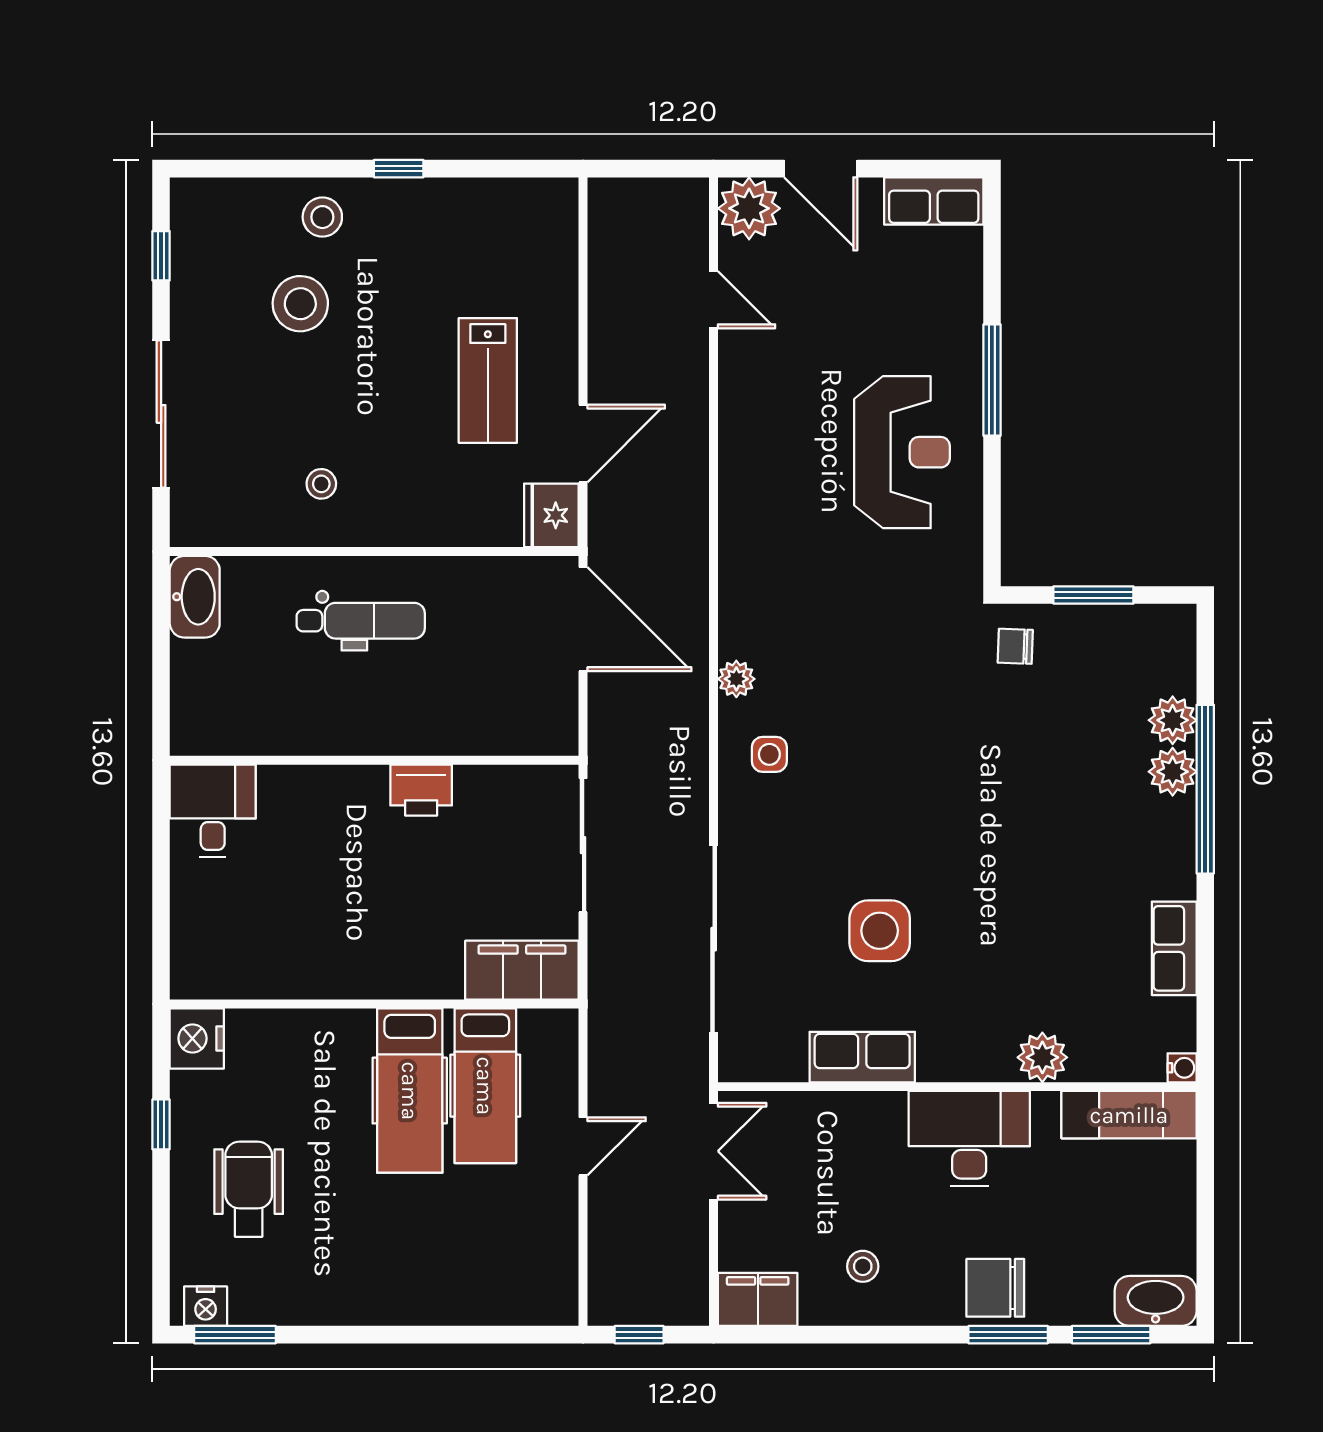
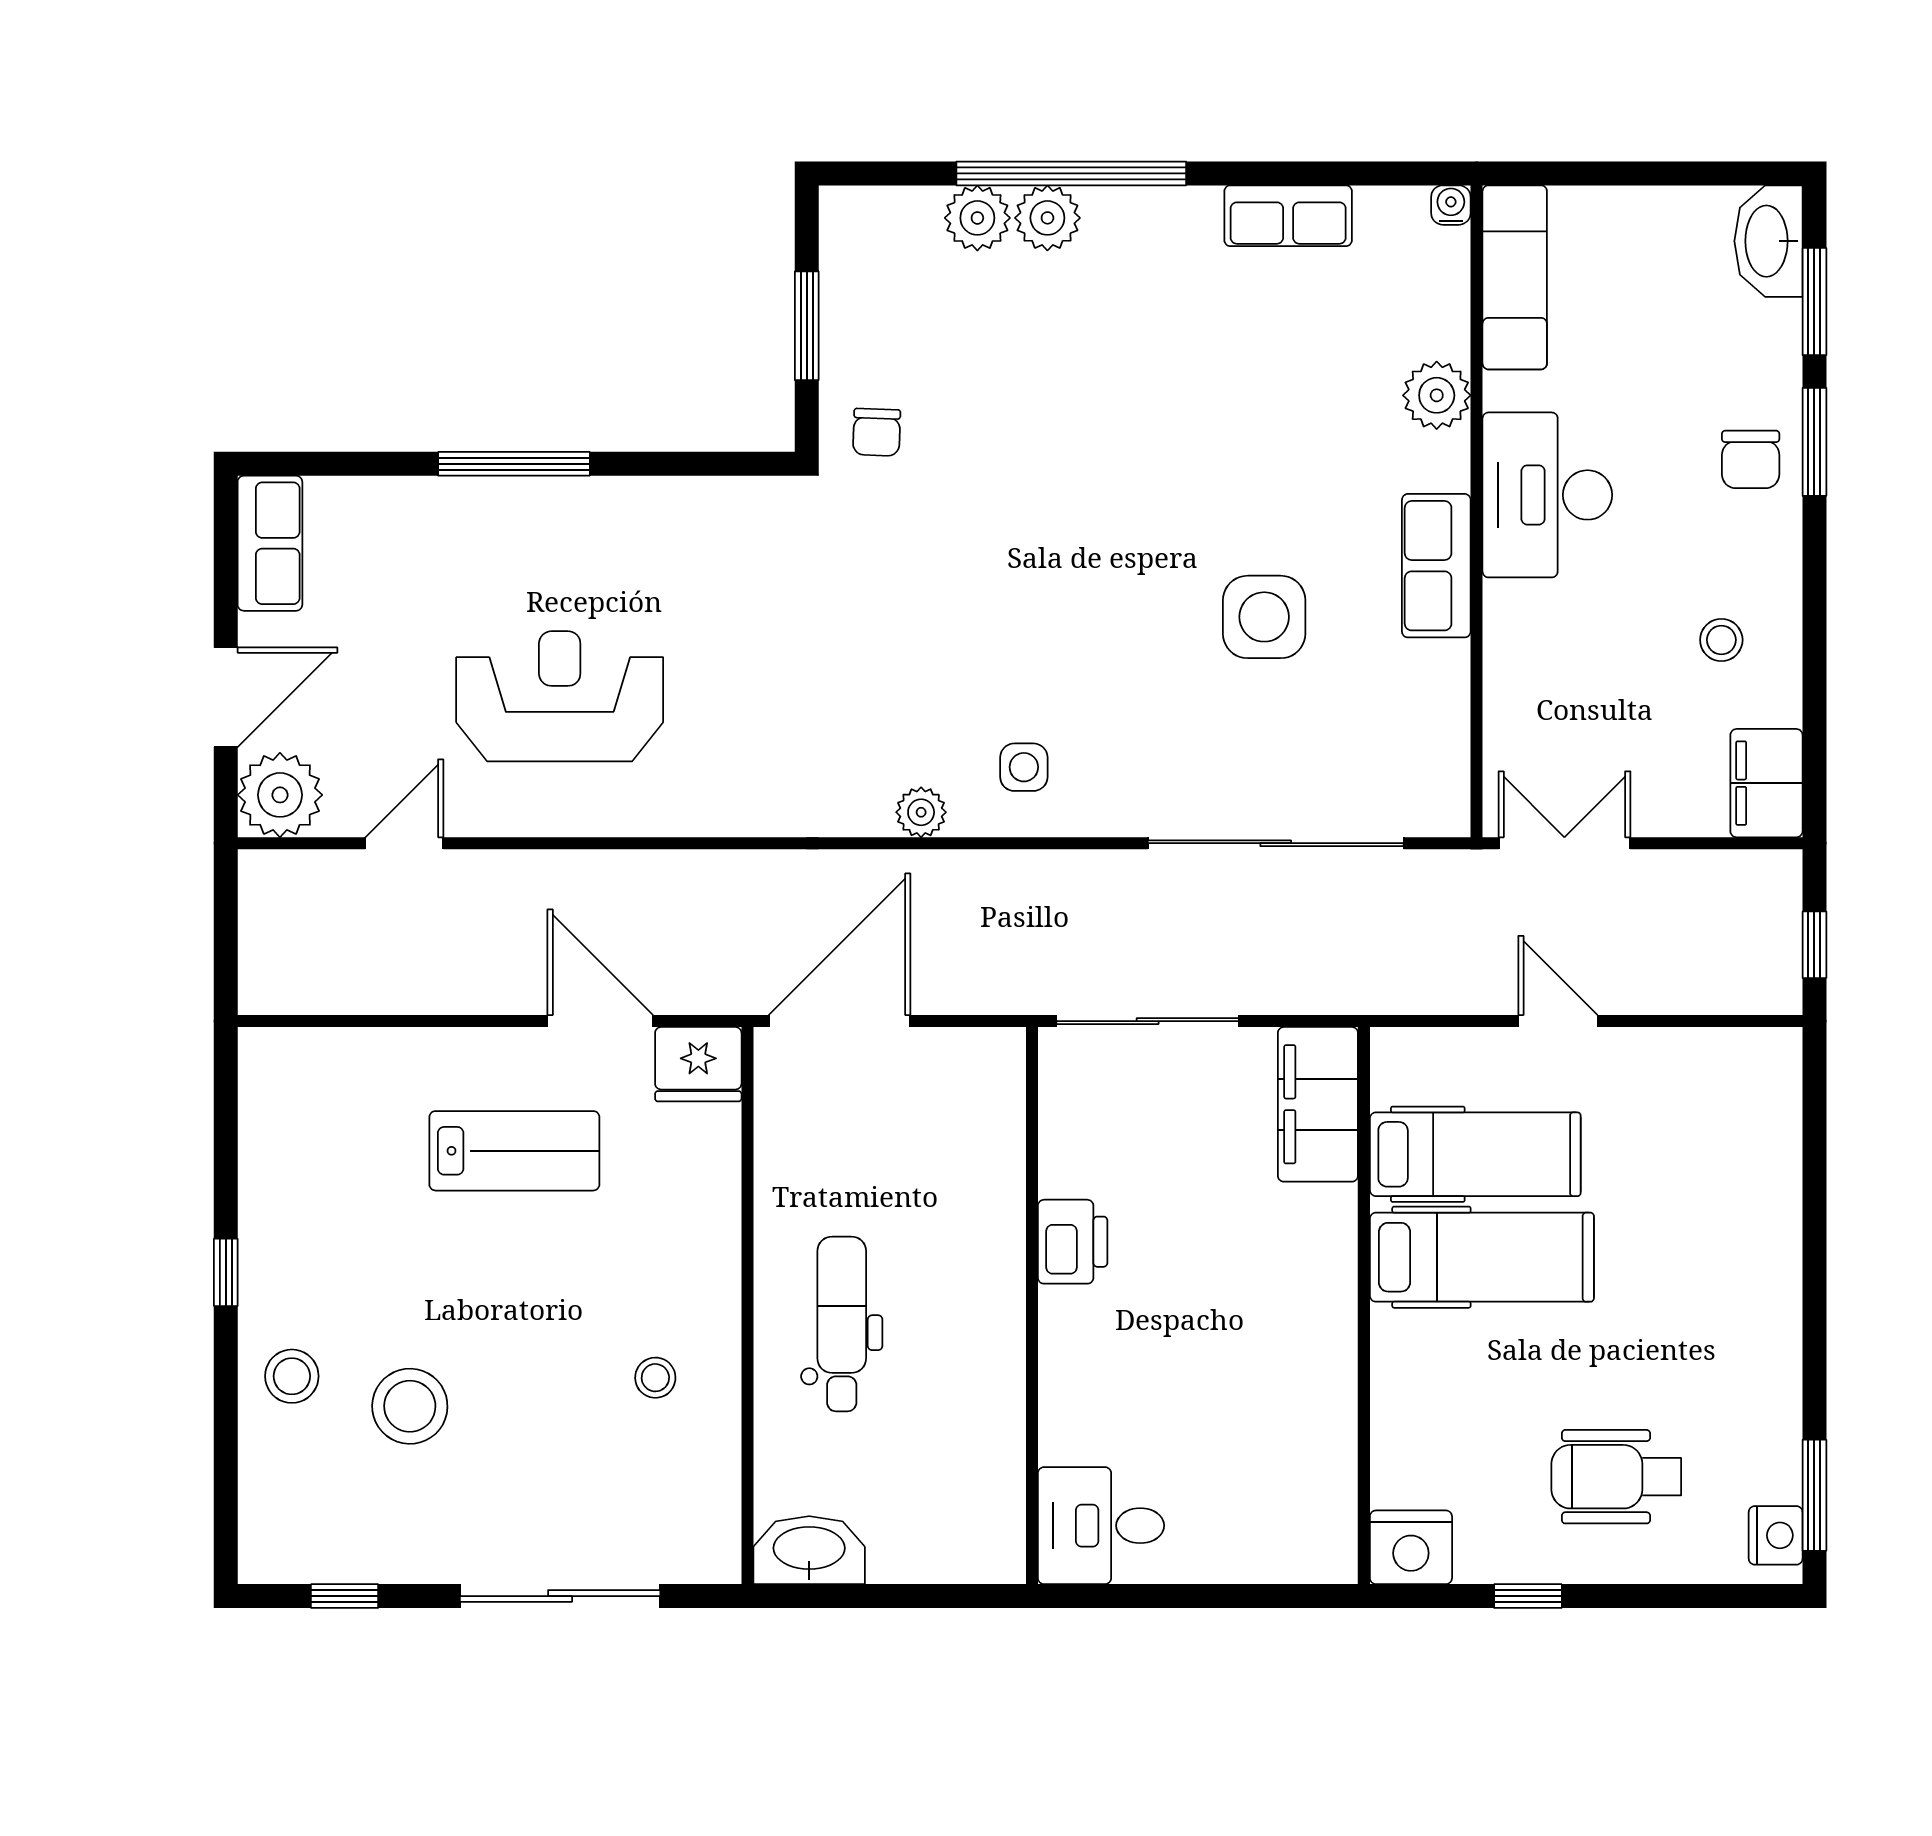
reception desk: (902, 452) -> (560, 696), moved
row of seats: (862, 1057) -> (1436, 566), moved
chair: (995, 1288) -> (1751, 459), width x0.73, depth x0.73

